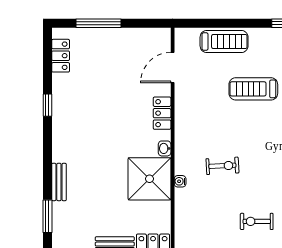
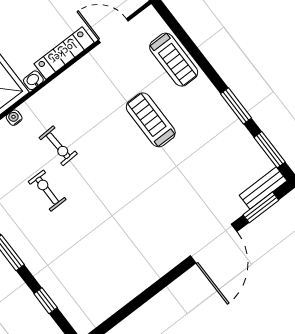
locker: (162, 113) -> (64, 53), width x1.53
exercise bike: (257, 221) -> (47, 191), moved

